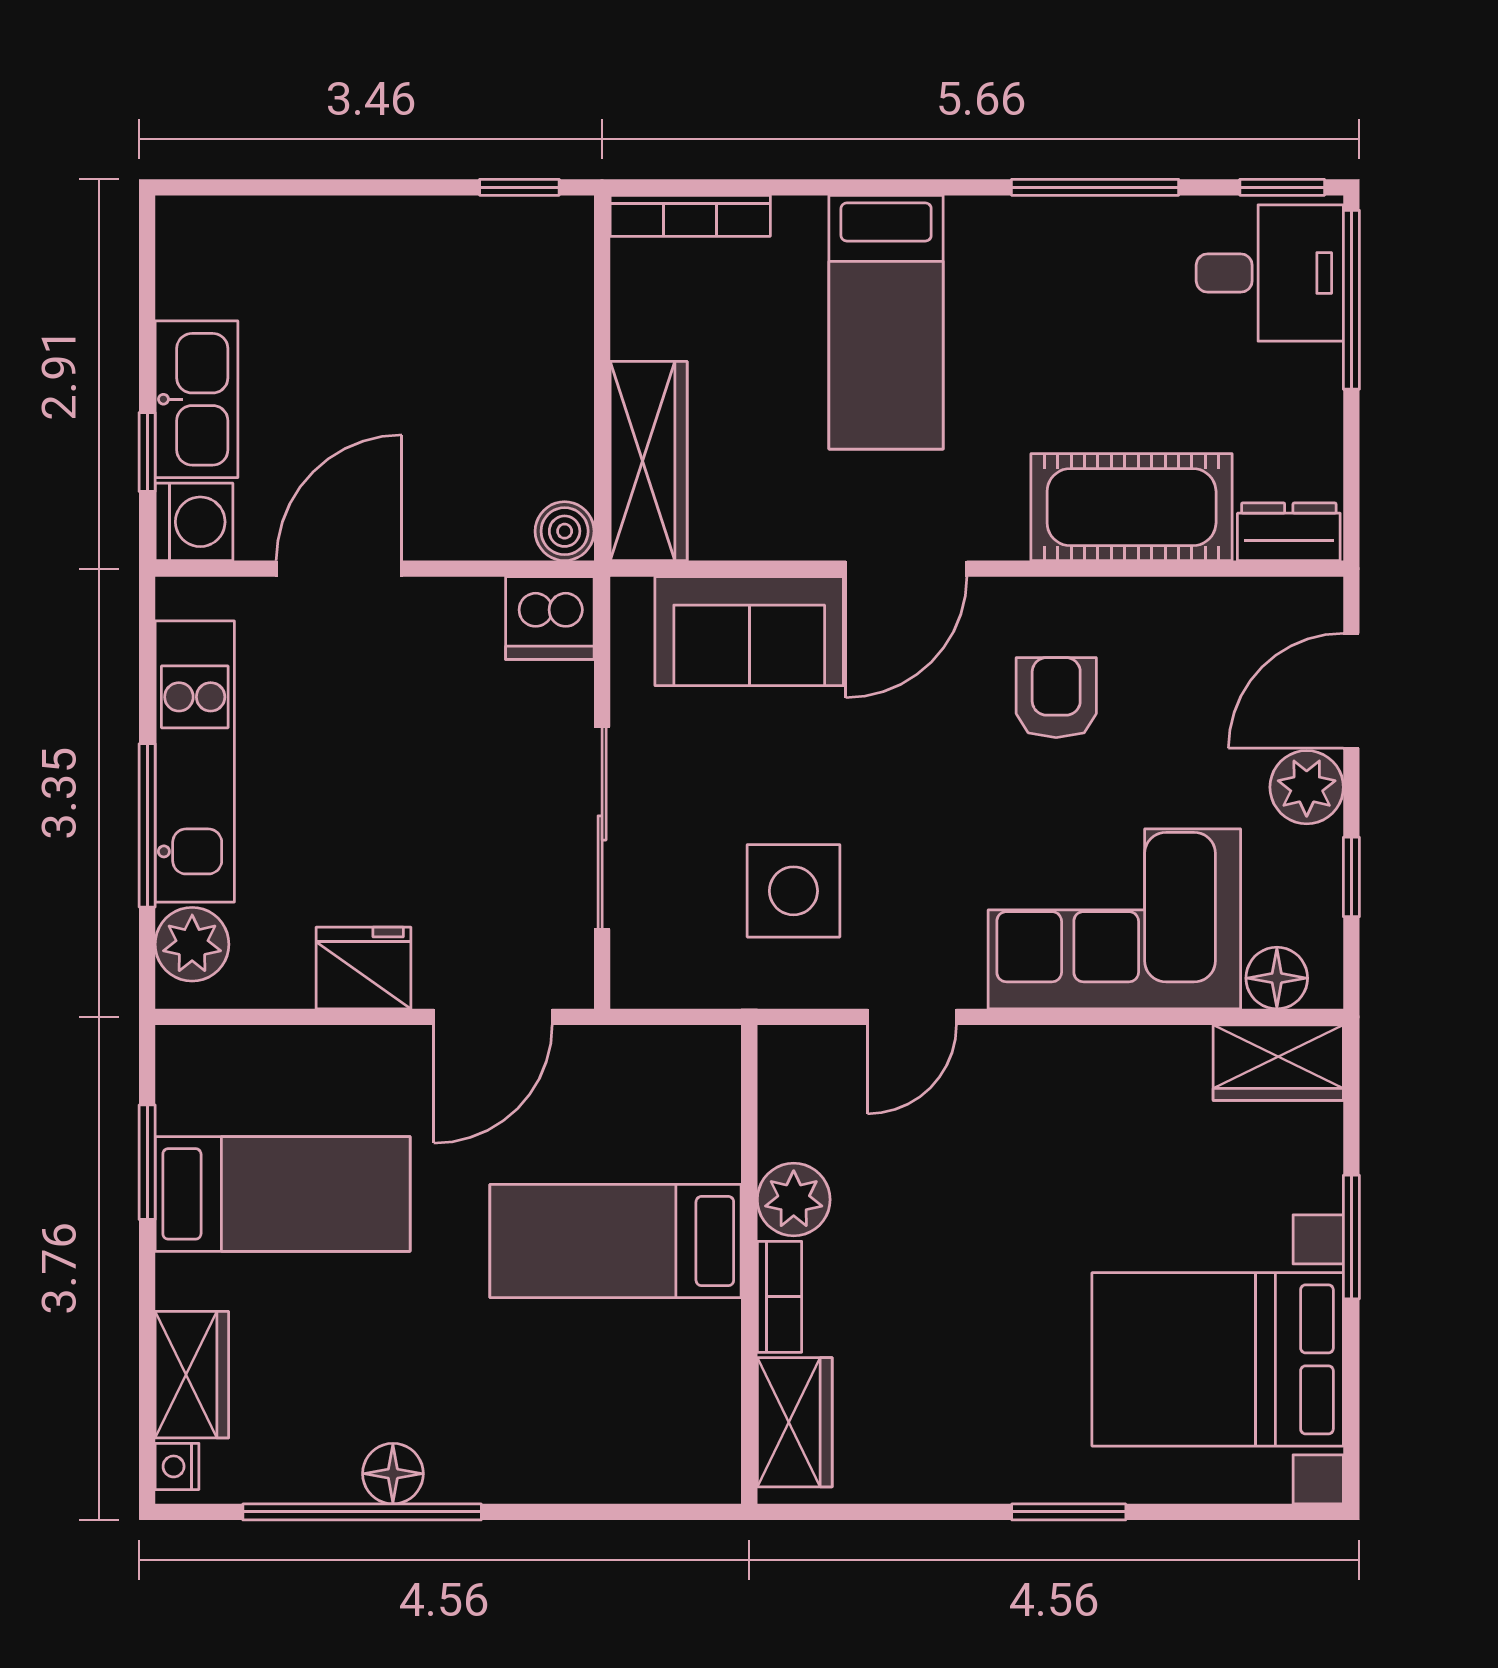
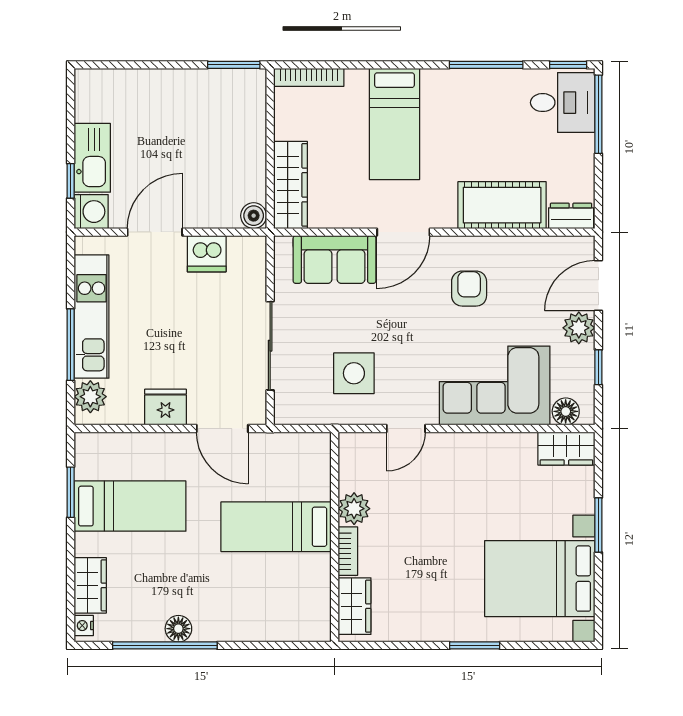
window: (519, 187) -> (234, 65), width x1.50
dishwasher: (550, 618) -> (207, 254), moved
door: (493, 1017) -> (222, 429), hinge flipped

